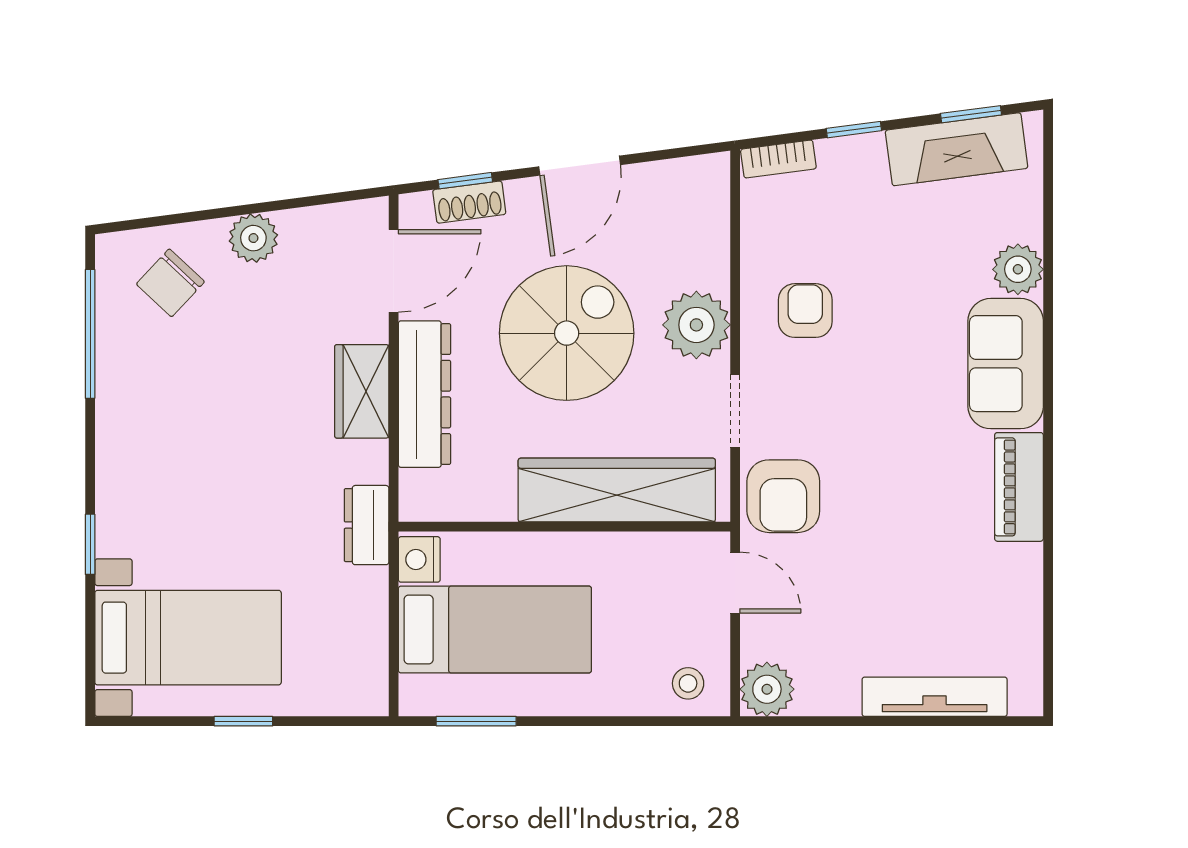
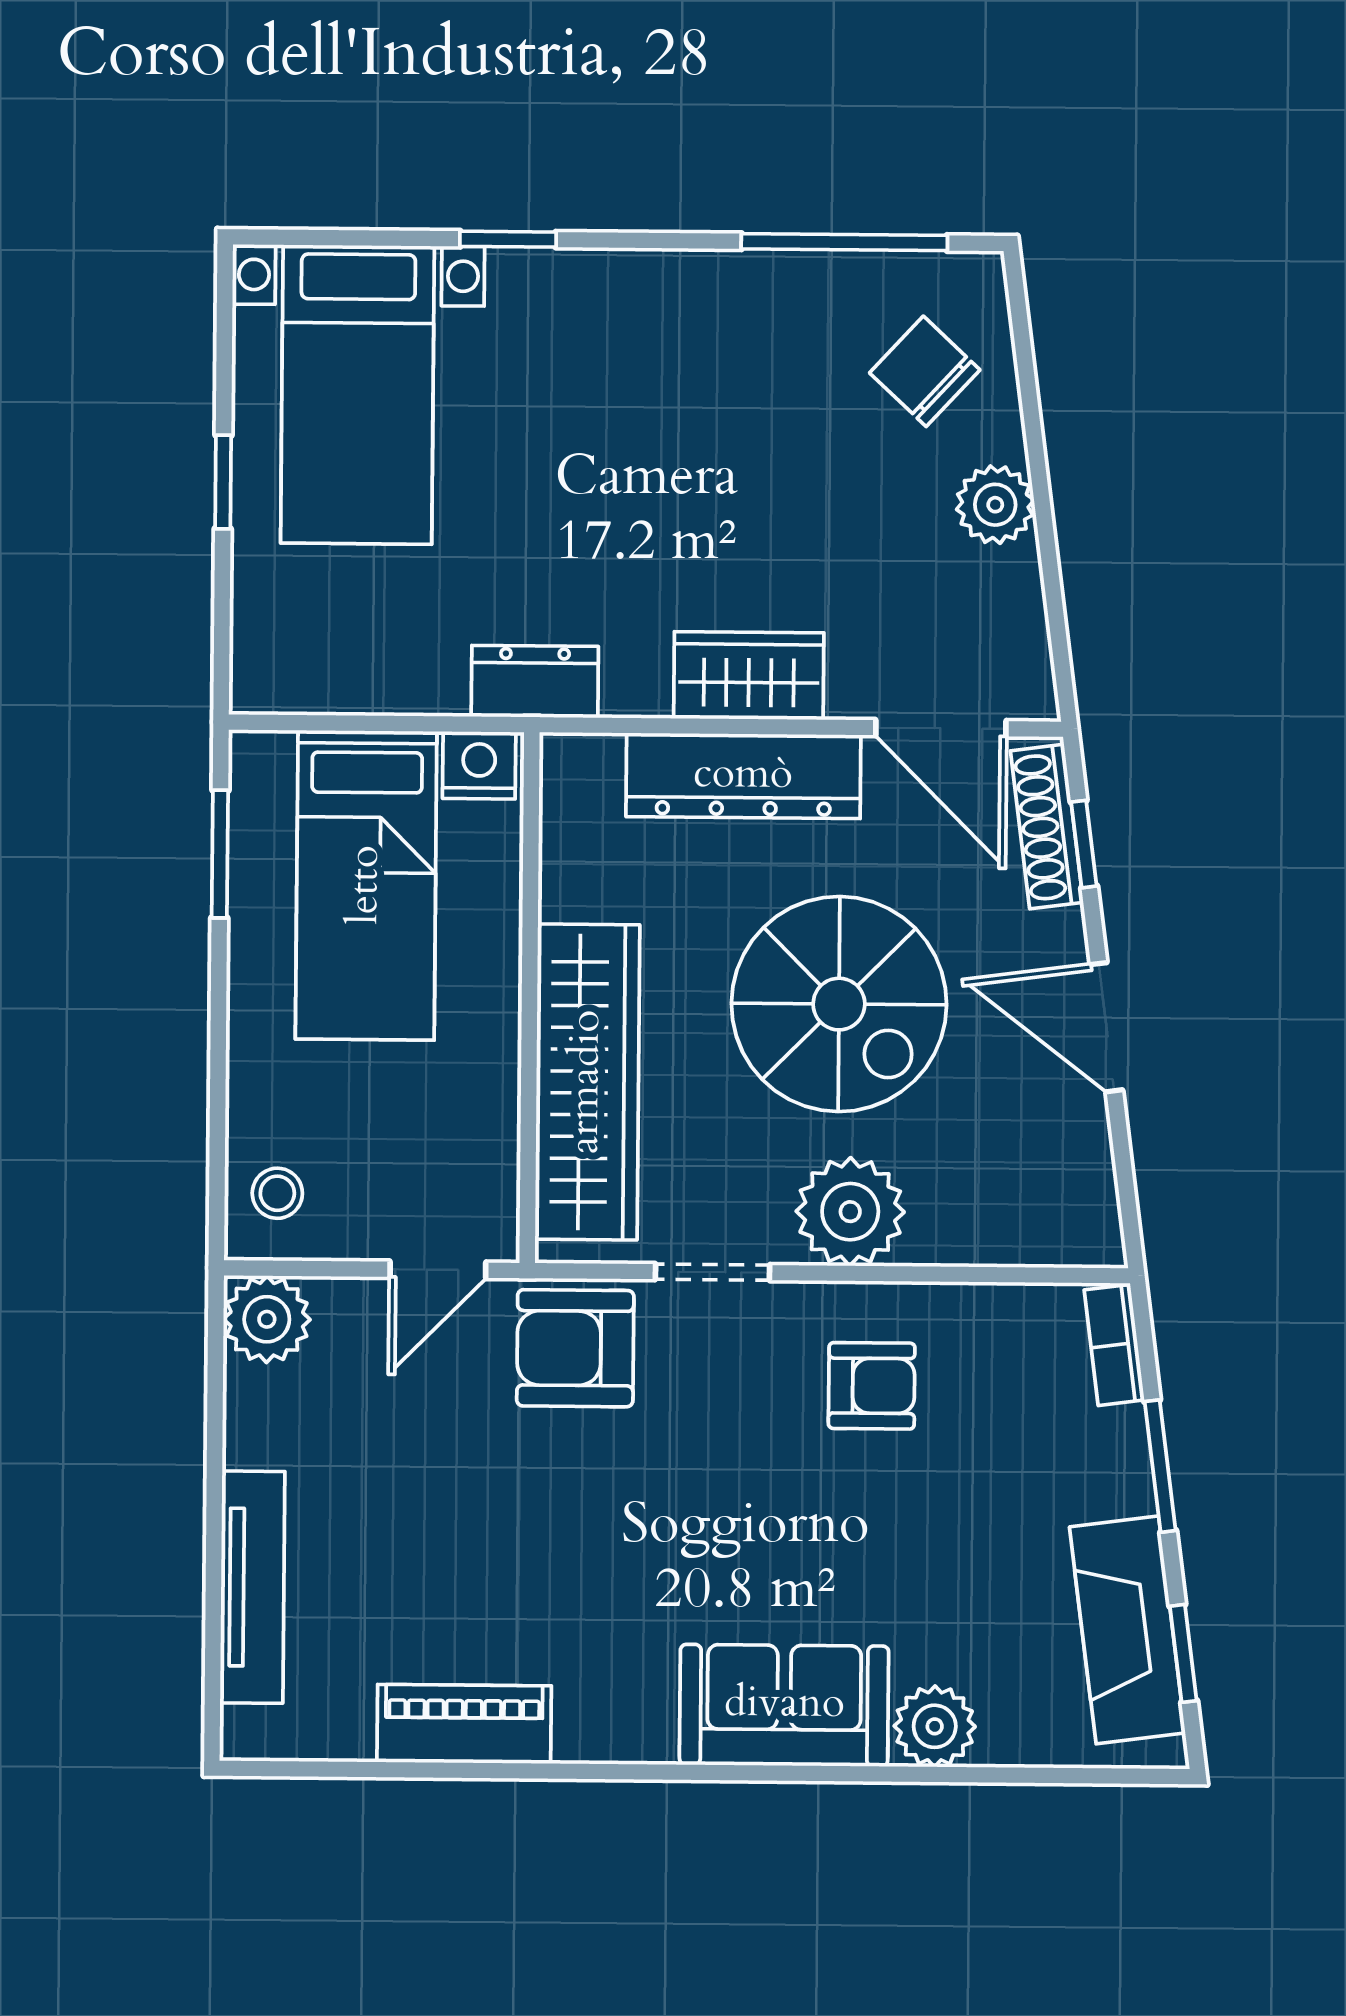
window: (854, 130) -> (1160, 1466), width x1.50
shoe rack: (469, 202) -> (1047, 827), width x1.43
piano: (1019, 487) -> (464, 1724), moved

